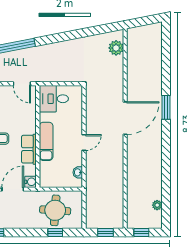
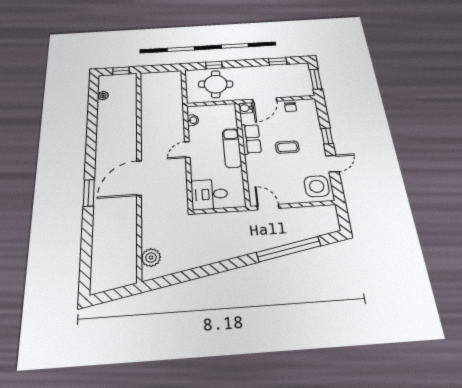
desk: (54, 99) -> (209, 194), moved, turned 180
window: (105, 232) -> (160, 68), removed

